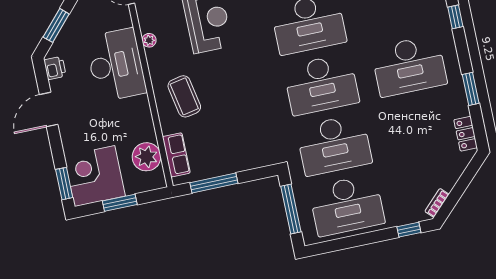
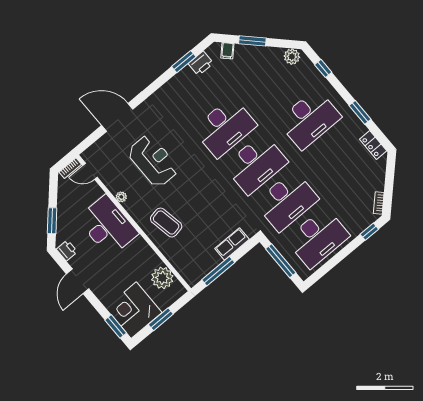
row of seats: (176, 155) -> (232, 244), moved, turned -90

